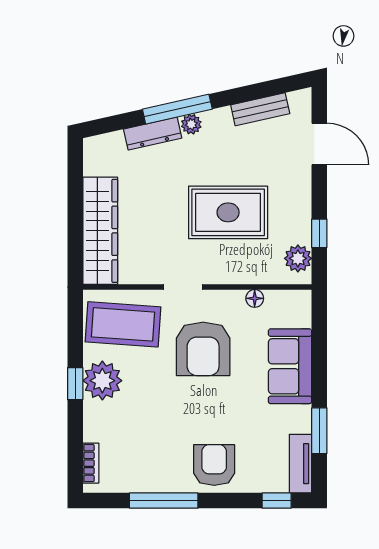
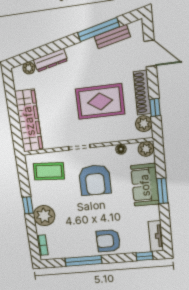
window: (177, 109) -> (98, 30), moved
plant: (191, 124) -> (29, 68), moved
shoe rack: (300, 206) -> (142, 93), added
plant: (298, 303) -> (146, 149), added
coffee table: (123, 324) -> (49, 171), width x0.73, depth x0.76
plant: (102, 381) -> (44, 216), moved
window: (319, 431) -> (162, 191), moved
armchair: (214, 465) -> (108, 241), turned -90

